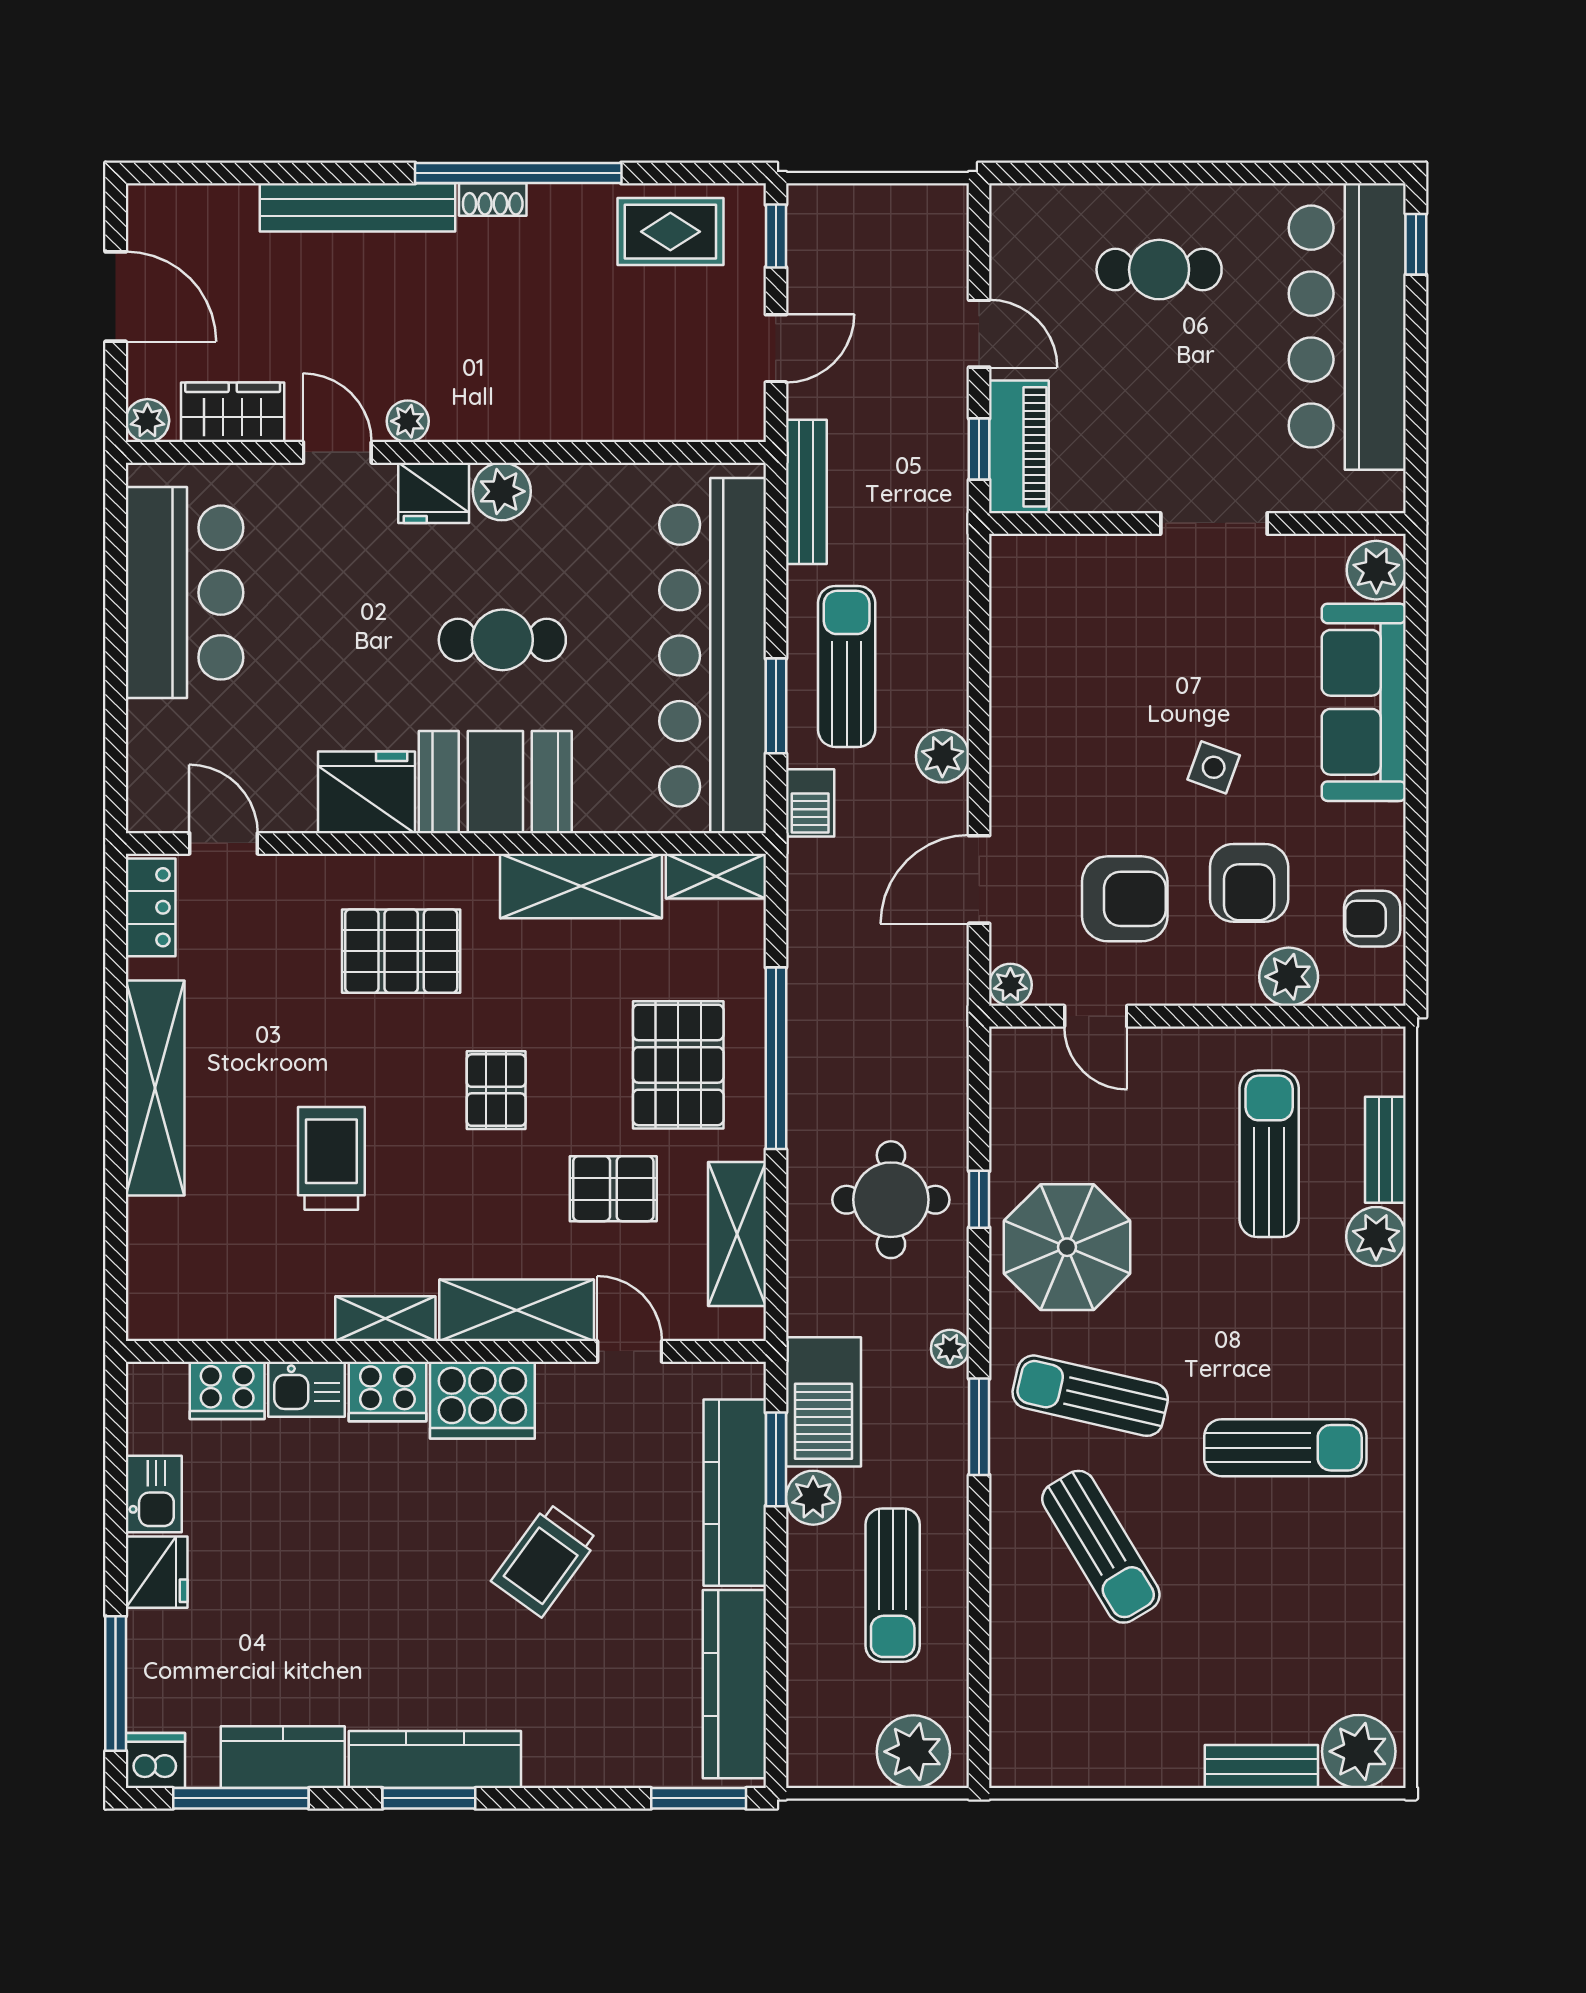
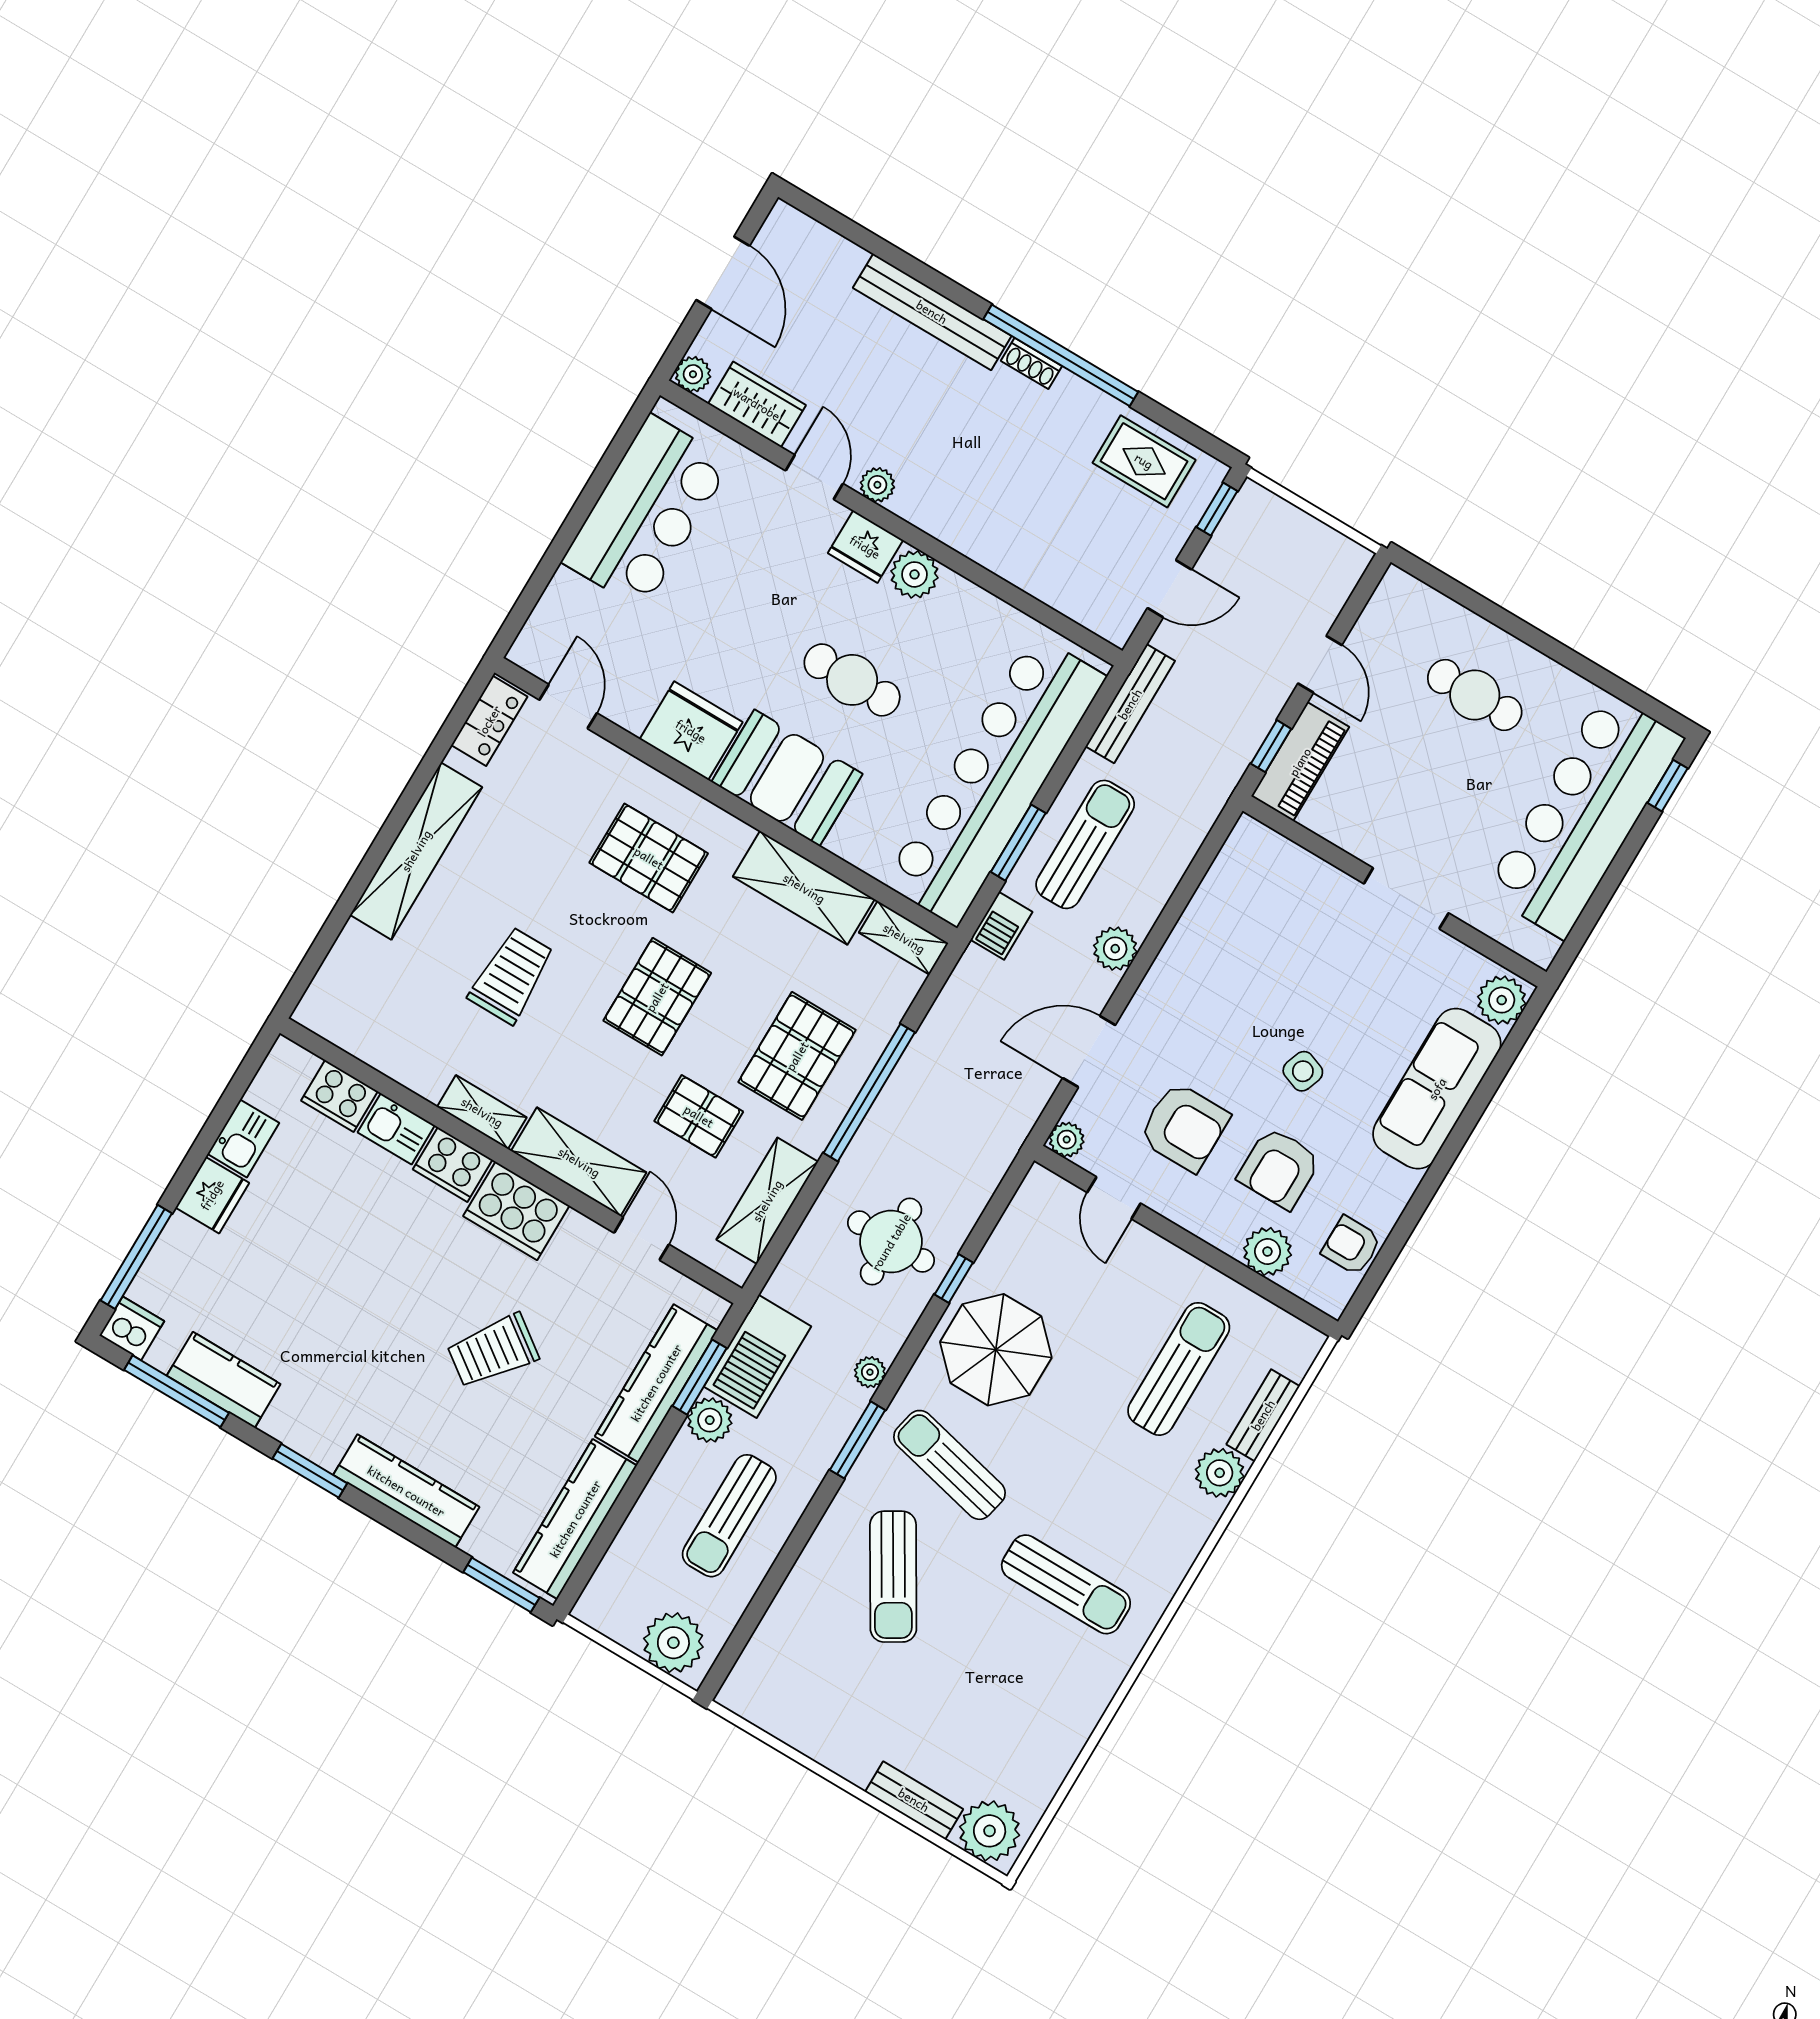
pallet: (496, 1090) -> (657, 997), width x1.50, depth x1.42
kitchen counter: (435, 1759) -> (406, 1491), moved

